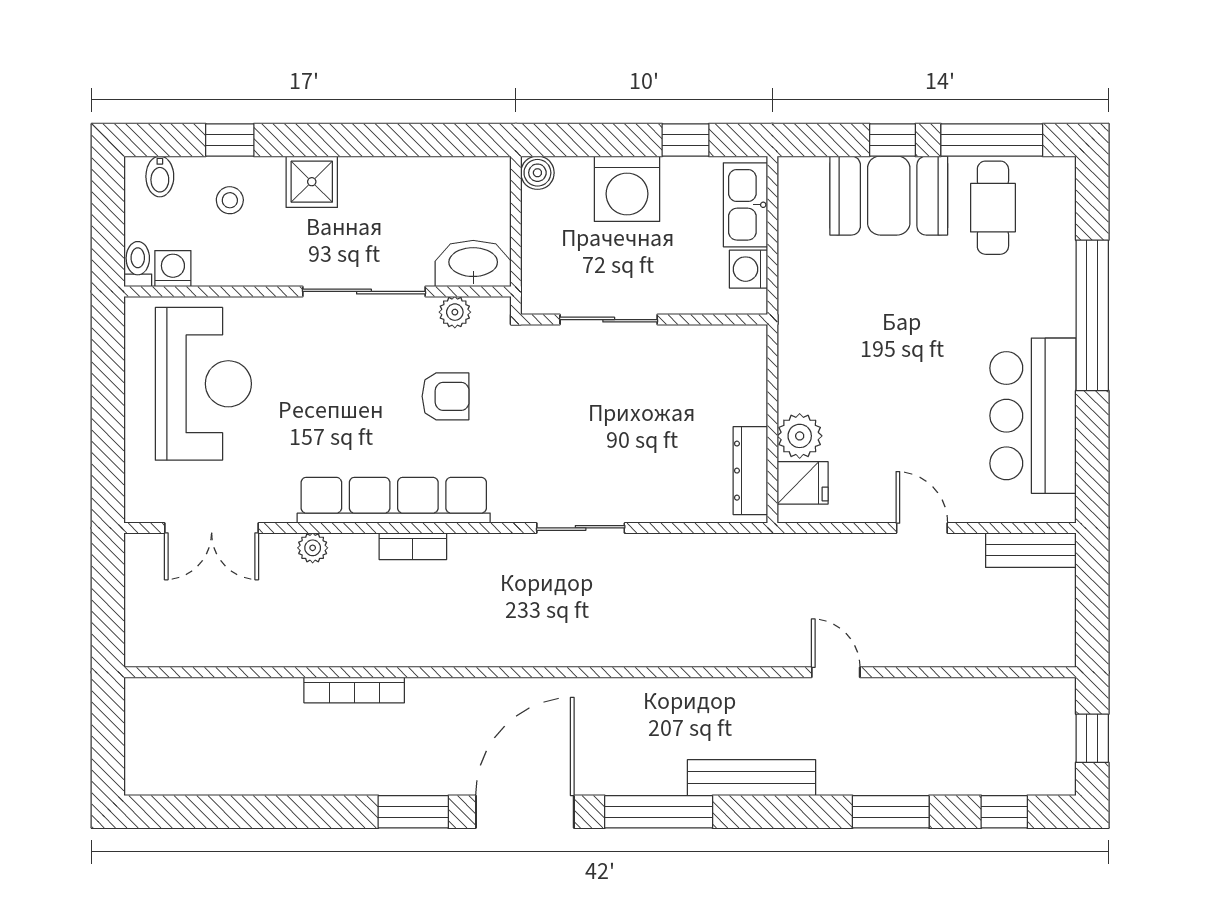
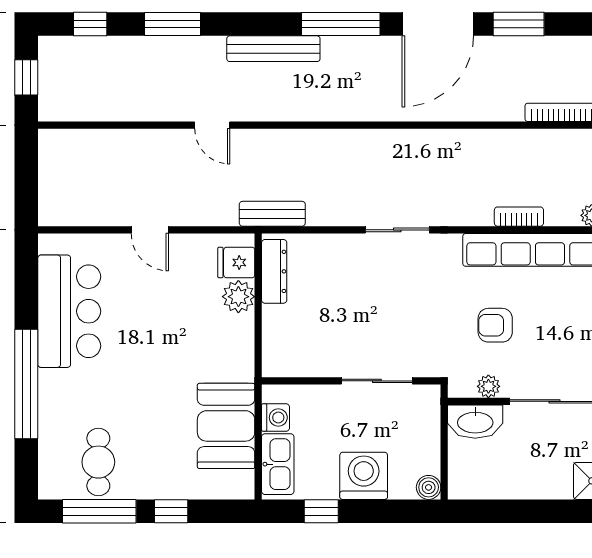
booth: (889, 196) -> (226, 426), moved, turned 90
bench: (1031, 550) -> (272, 214), moved

